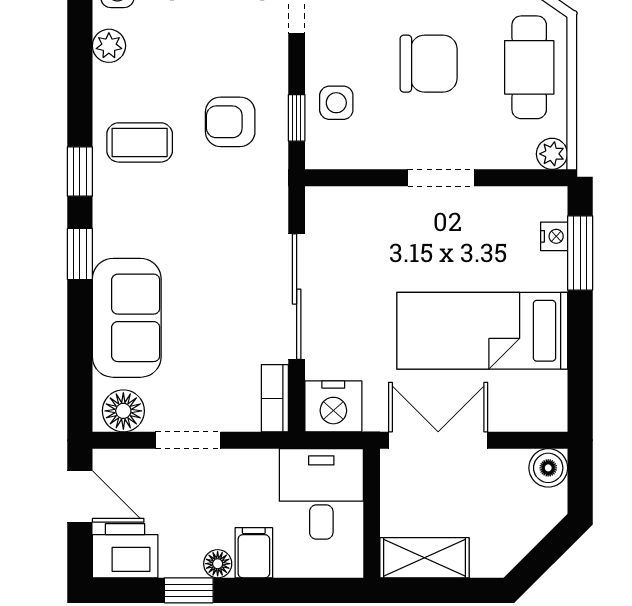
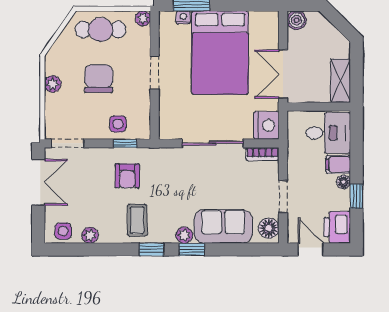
plant: (109, 238) -> (184, 235), added
bed: (482, 331) -> (220, 53), width x1.50
desk: (321, 494) -> (328, 133), moved, turned 180
door: (80, 496) -> (311, 249), hinge flipped

